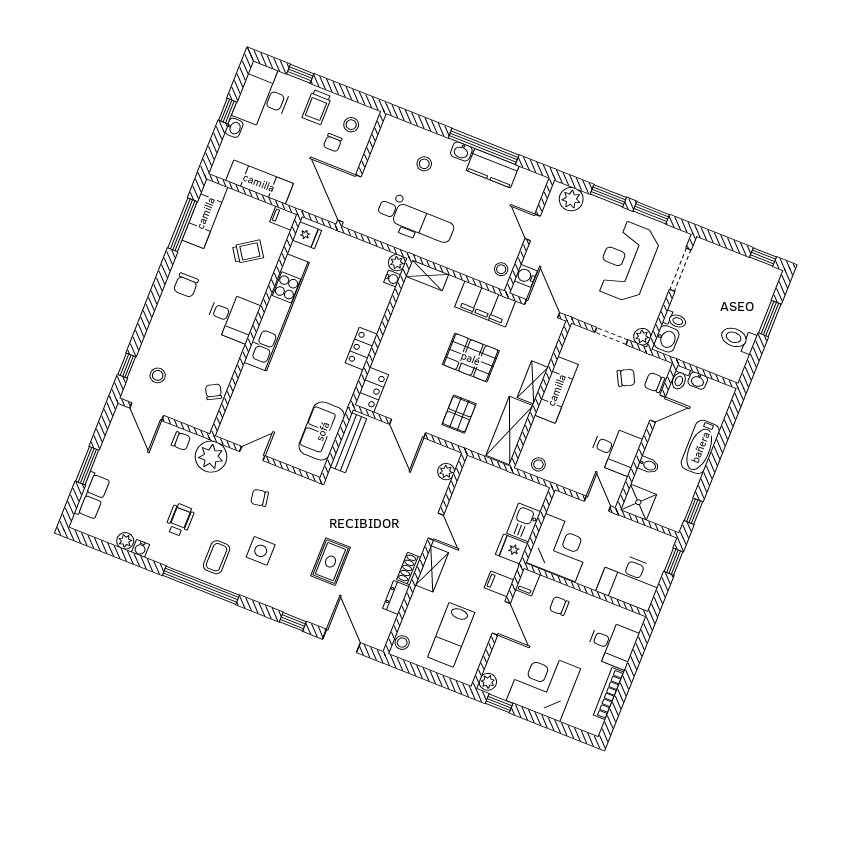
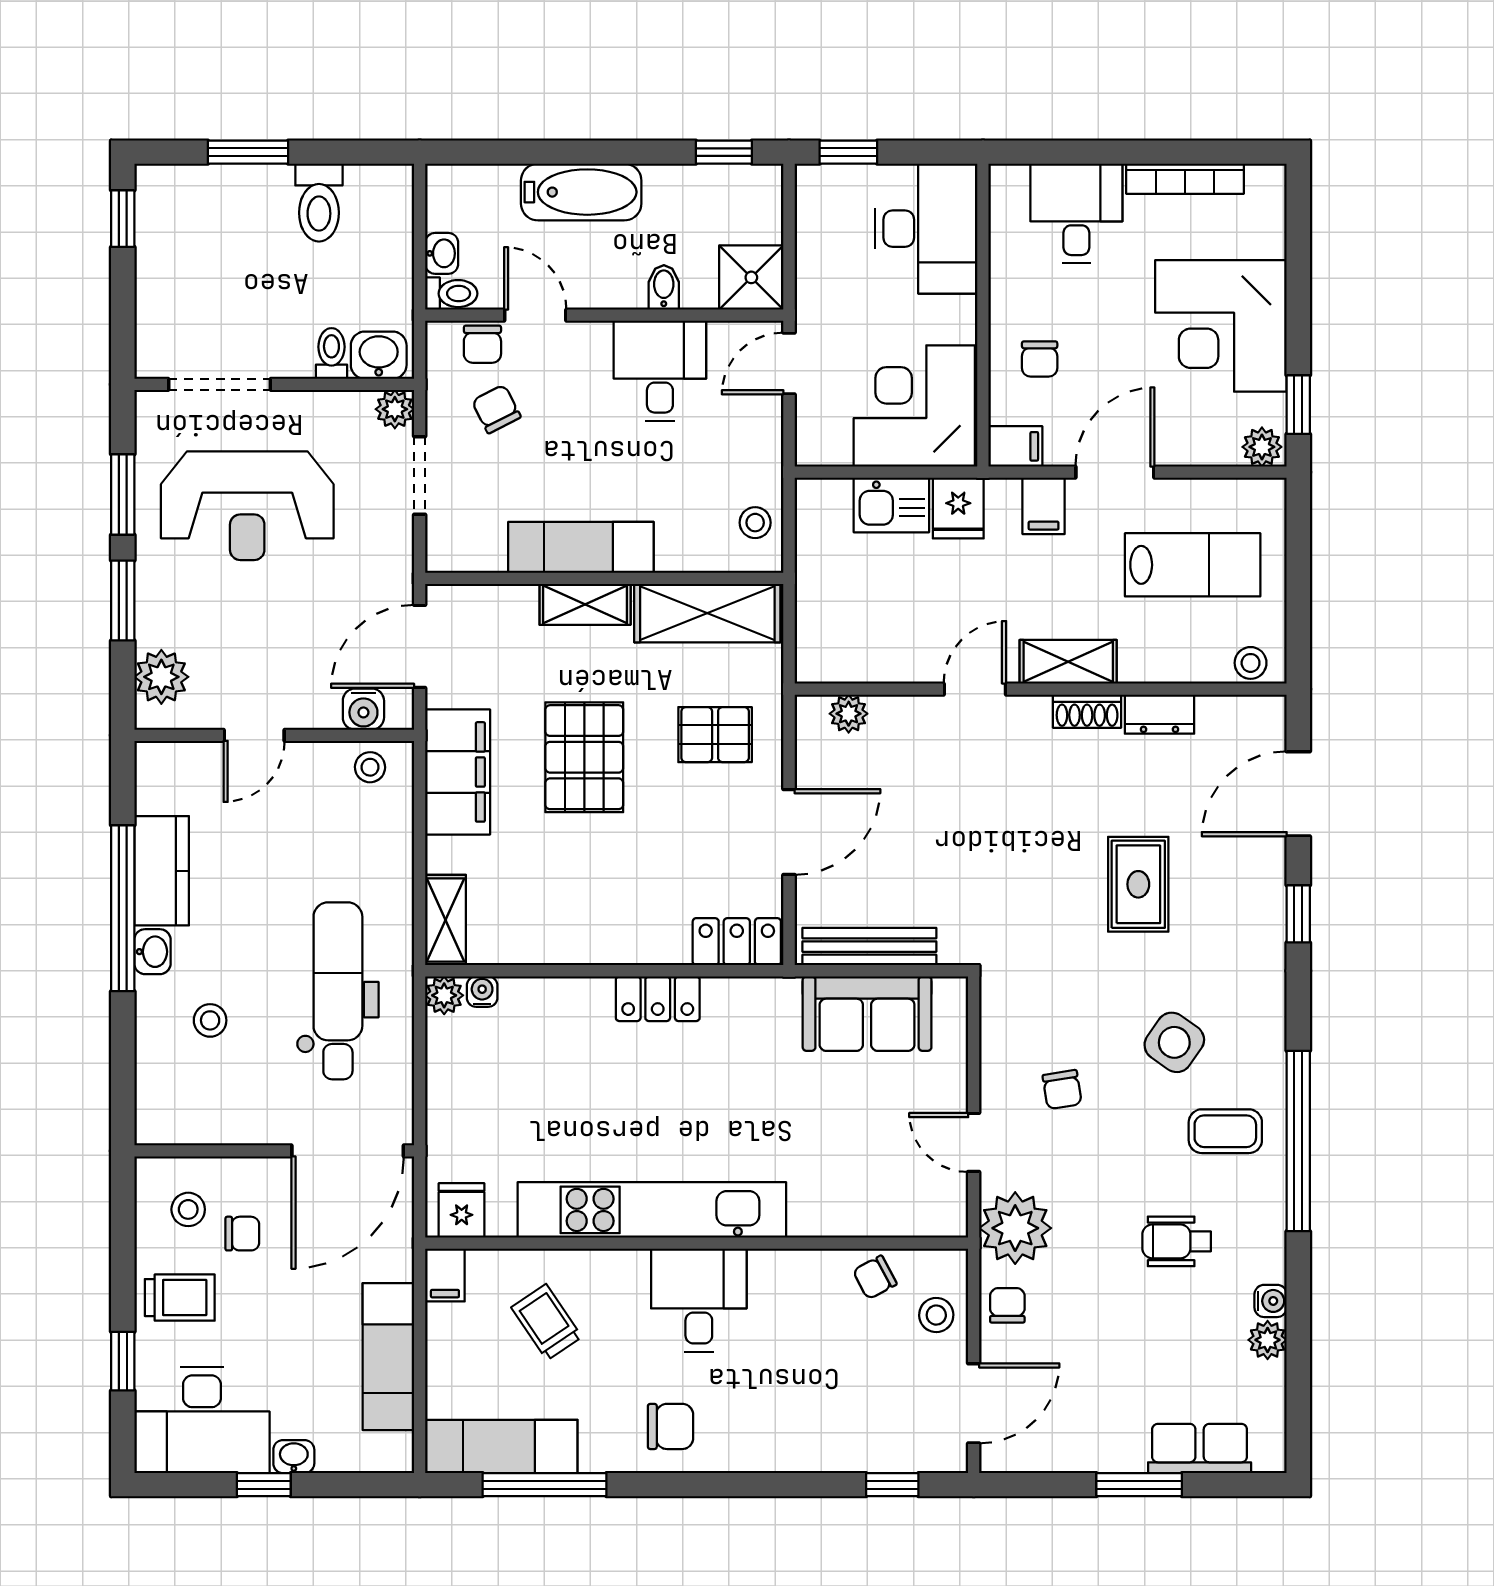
stool: (158, 375) -> (936, 1315), moved
side table: (261, 551) -> (1174, 1042), turned 35
rug: (331, 562) -> (1138, 884), turned 90

